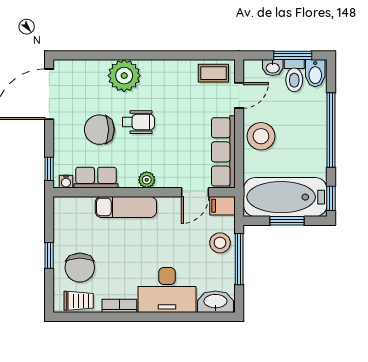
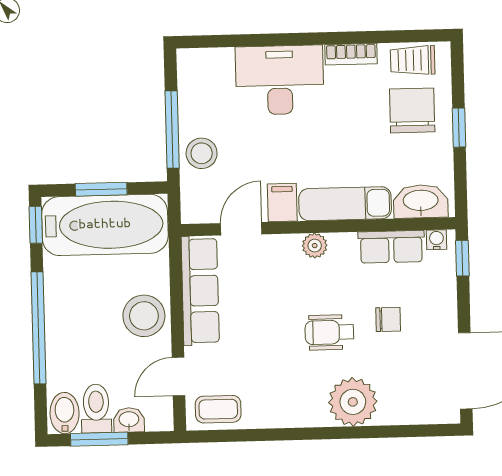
chair: (99, 130) -> (388, 319), width x0.54, depth x0.54
filing cabinet: (222, 206) -> (282, 202), moved, turned -90
washbasin: (215, 302) -> (421, 201), moved, turned 180

